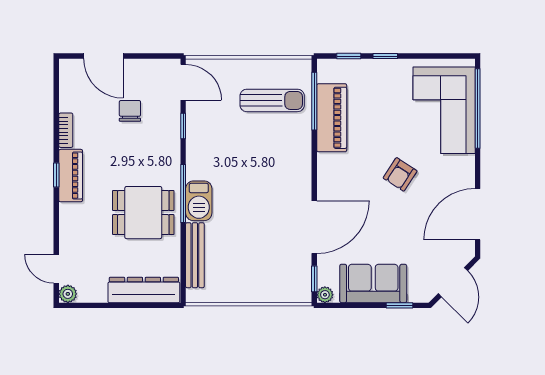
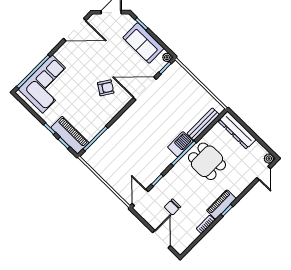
sun lounger: (272, 100) -> (112, 155), removed
piano: (332, 118) -> (70, 135), moved, turned 90
armchair: (400, 174) -> (106, 88), moved

